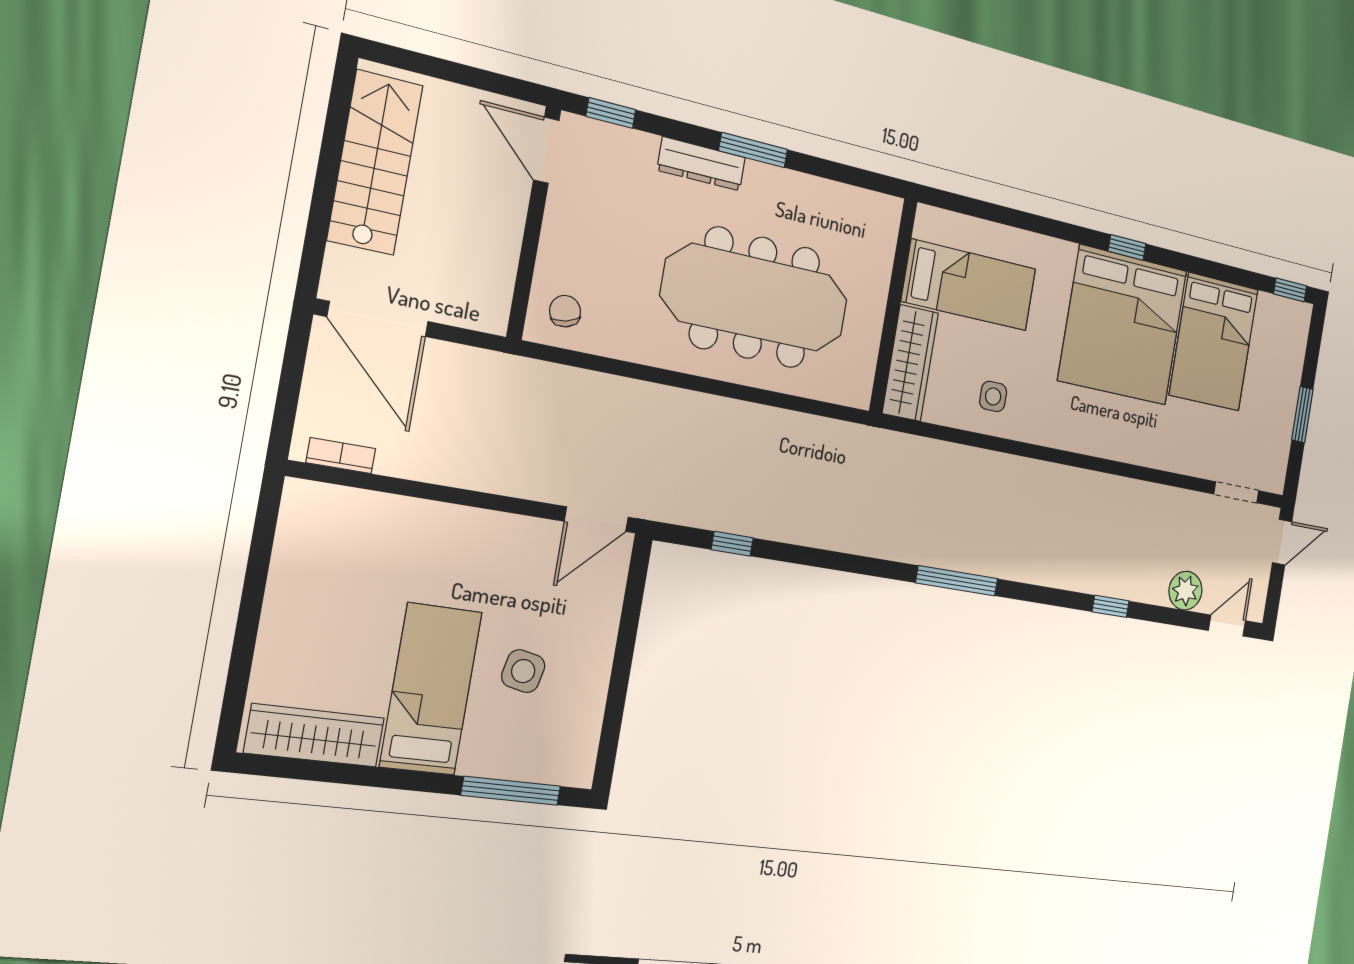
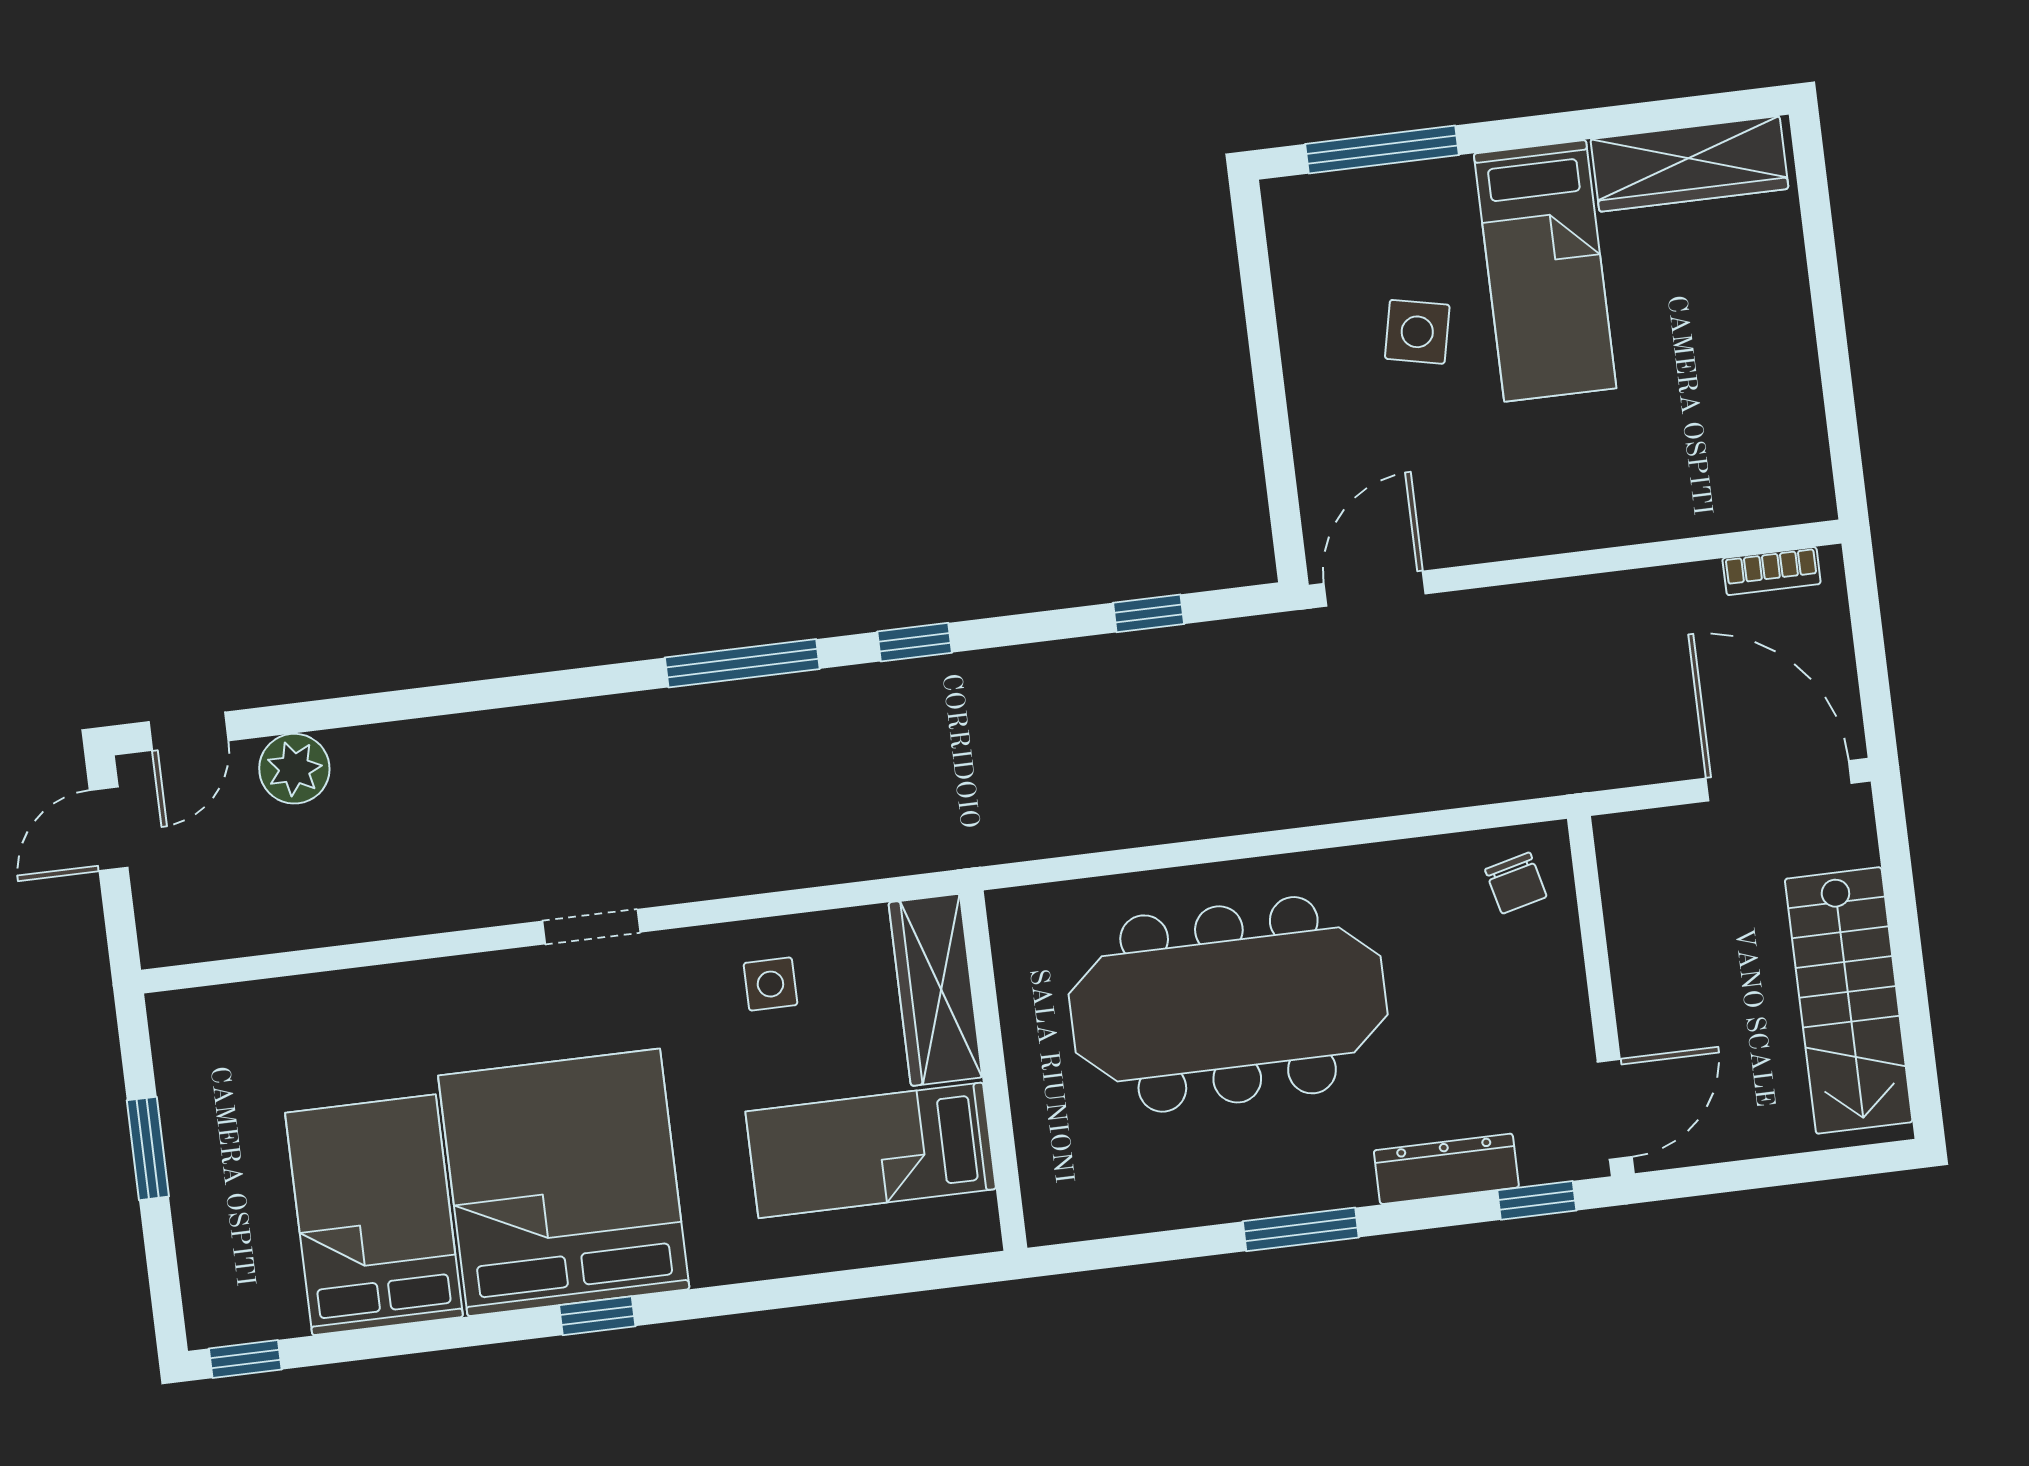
door: (546, 150) -> (1615, 1109), hinge flipped
dresser: (701, 164) -> (1446, 1169), moved
doorway: (1236, 492) -> (591, 927), moved
door: (1282, 542) -> (109, 829), moved
window: (1111, 606) -> (915, 642), moved

